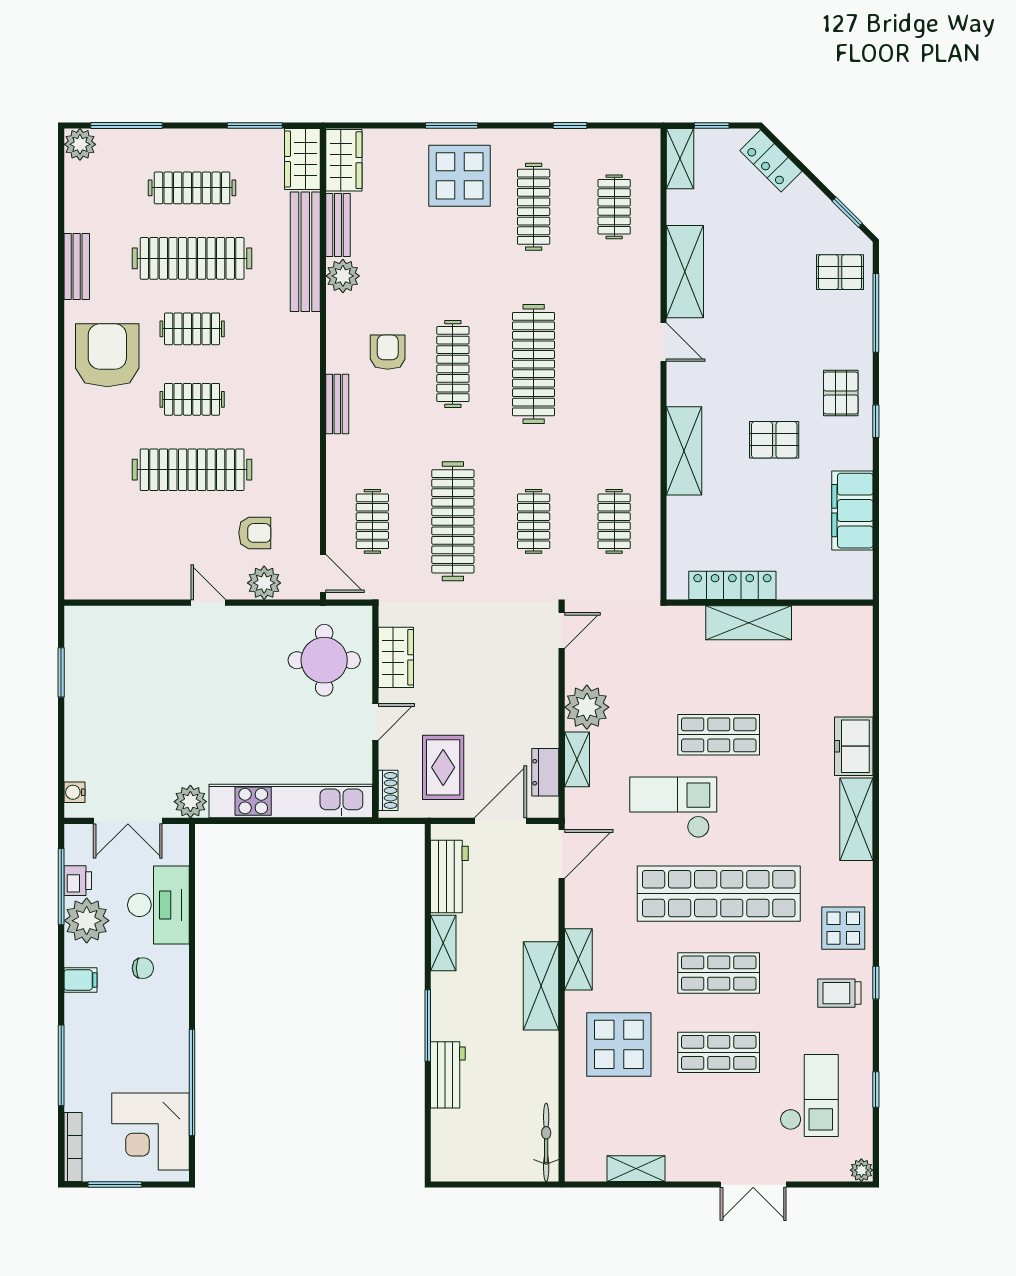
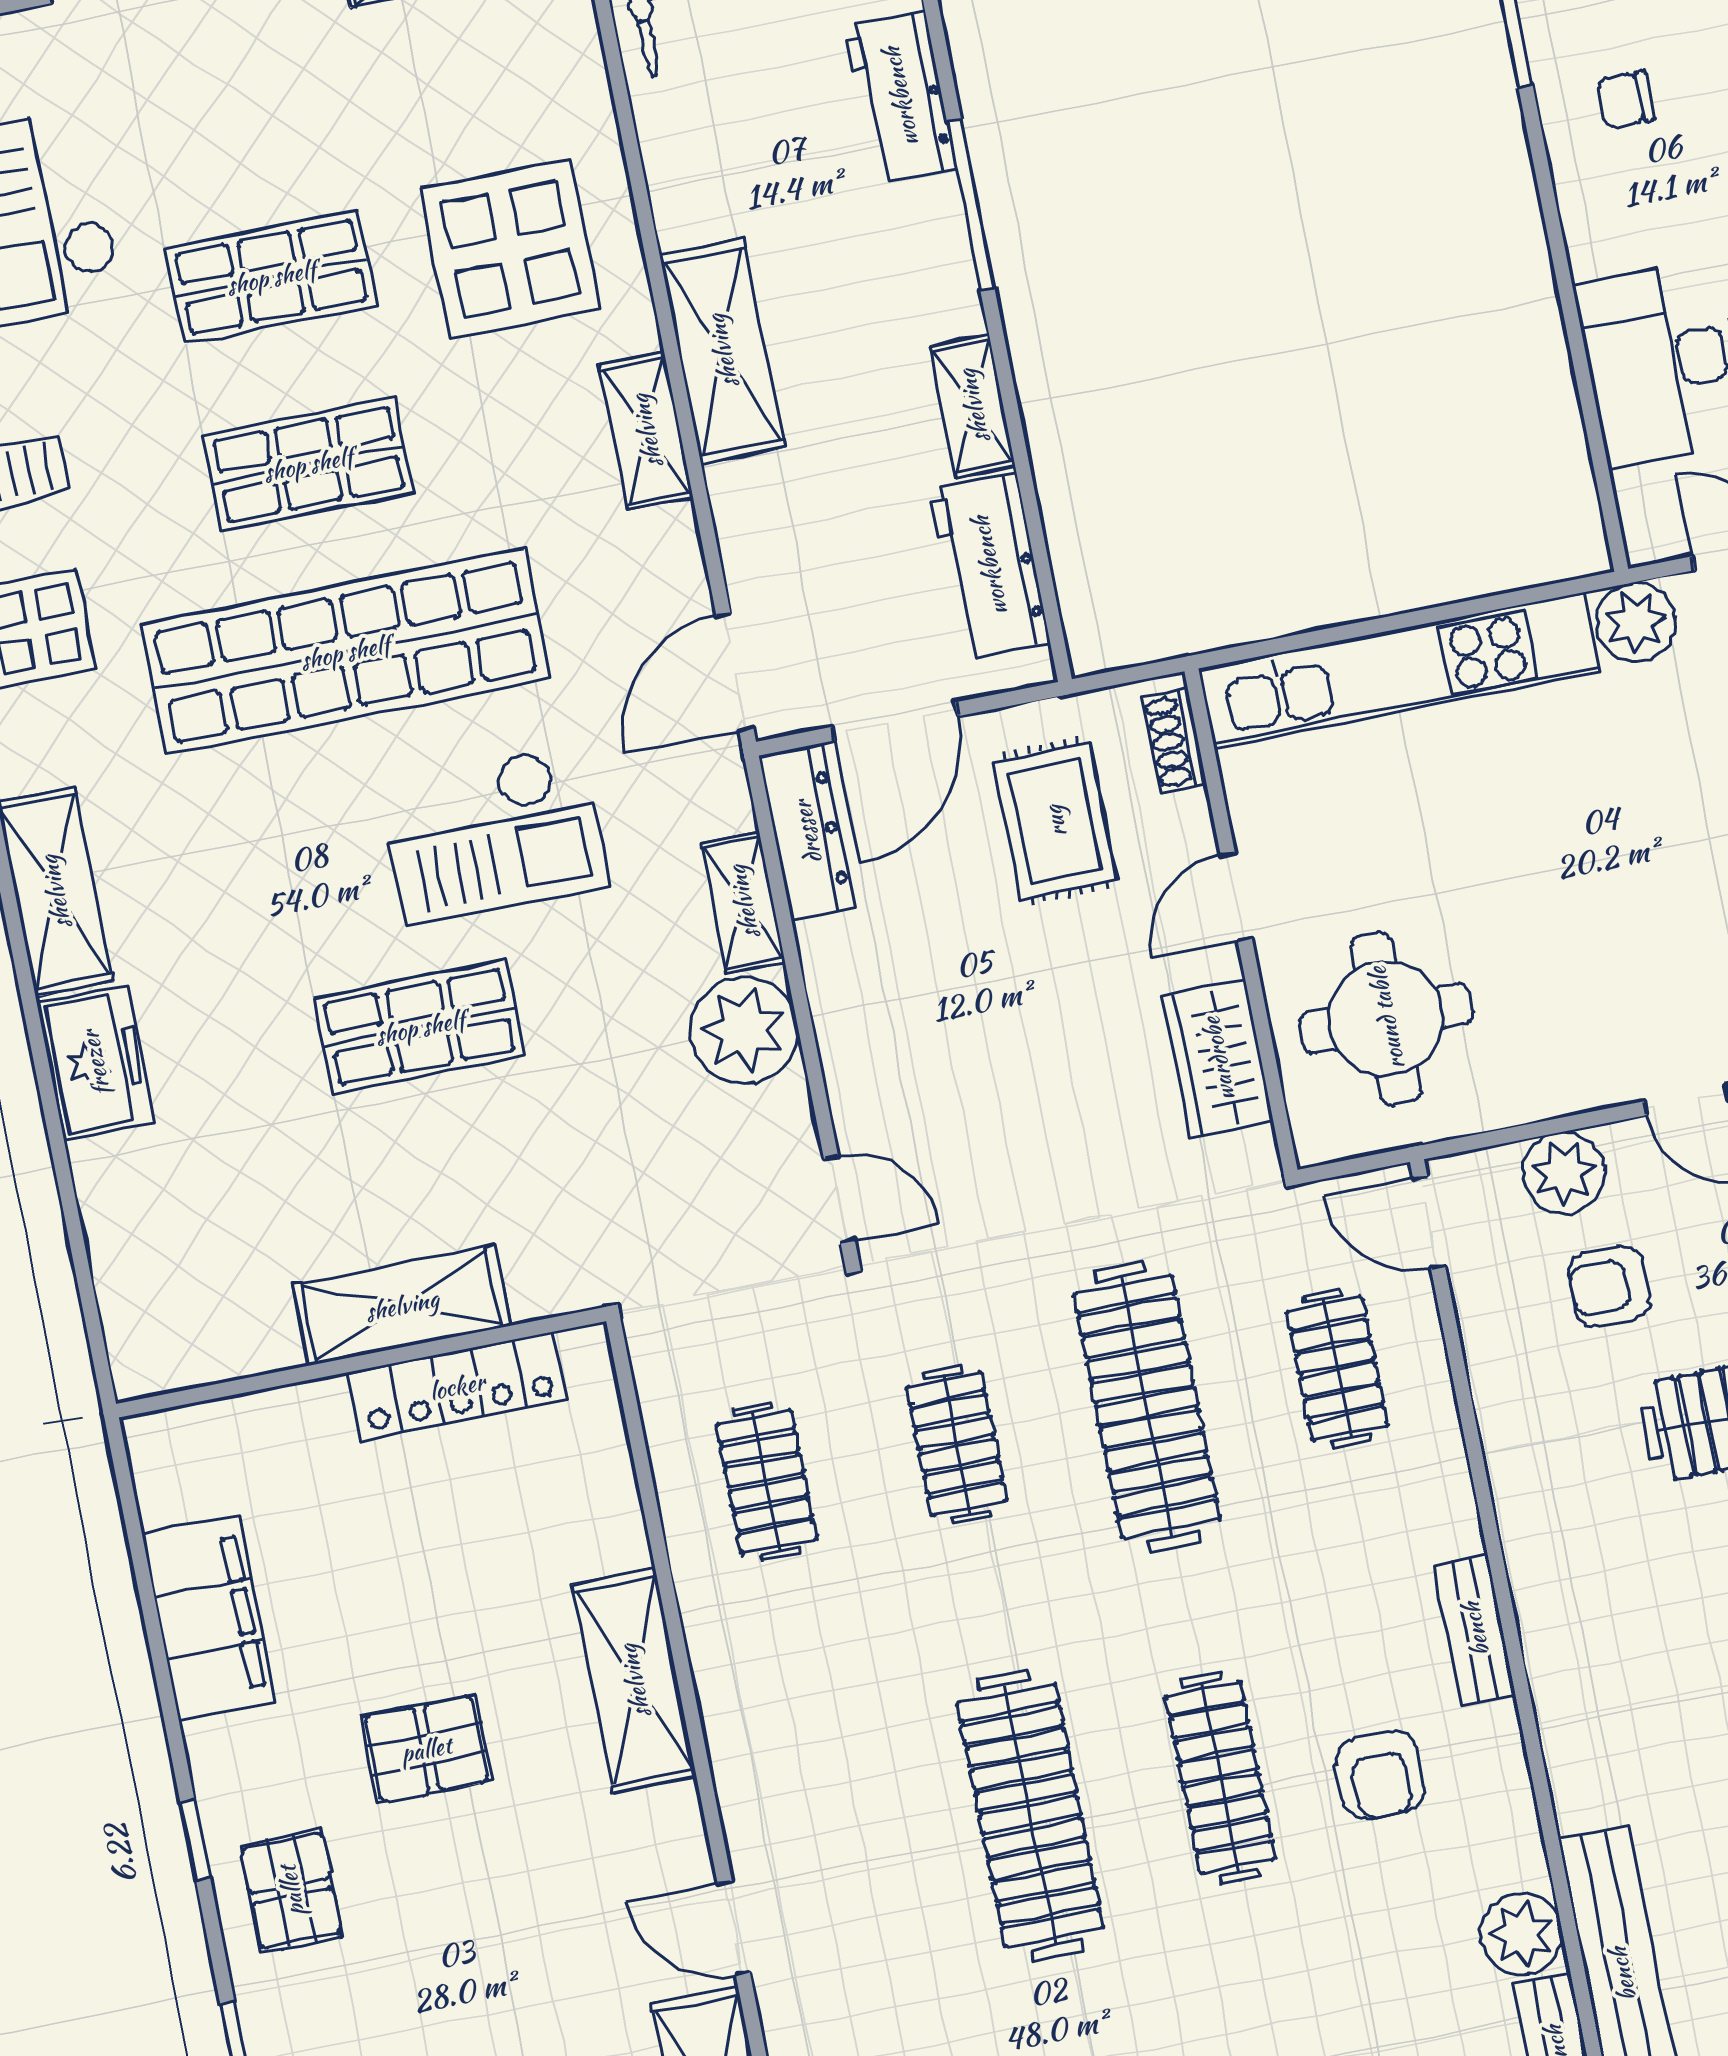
door: (562, 630) -> (839, 1200), swing flipped
dresser: (545, 772) -> (807, 832), width x1.44
chair: (143, 968) -> (1625, 100), moved

